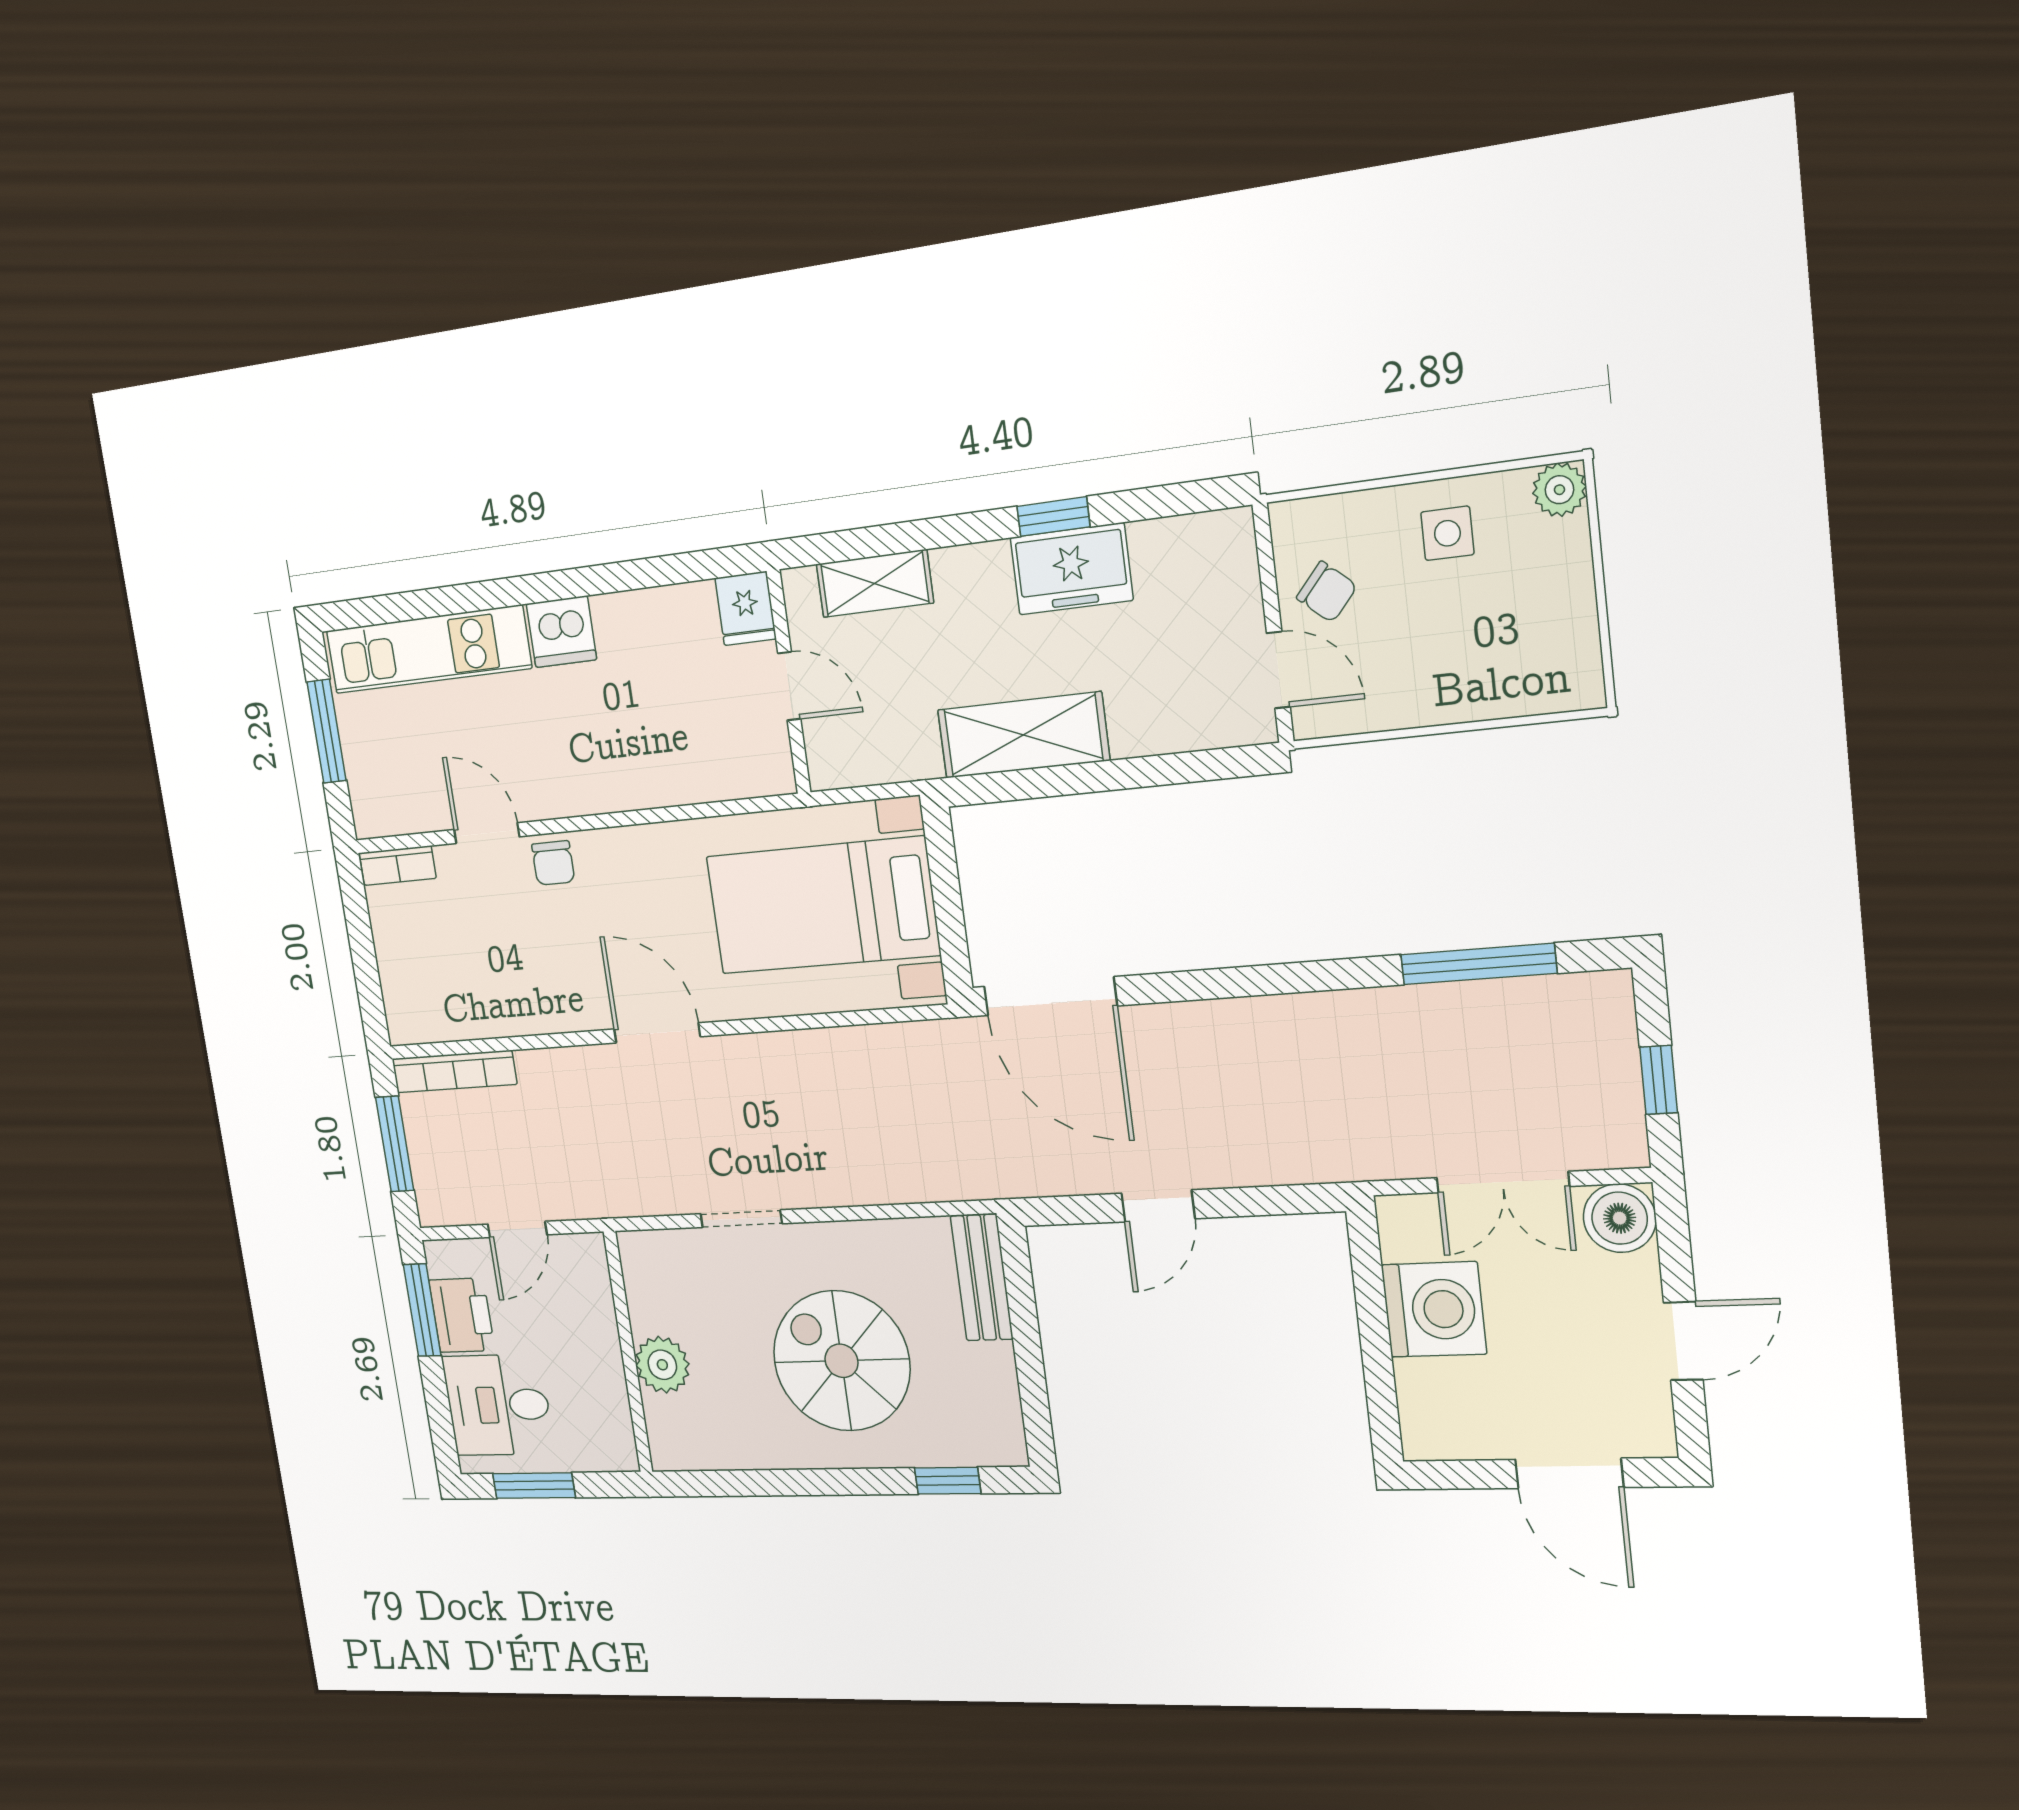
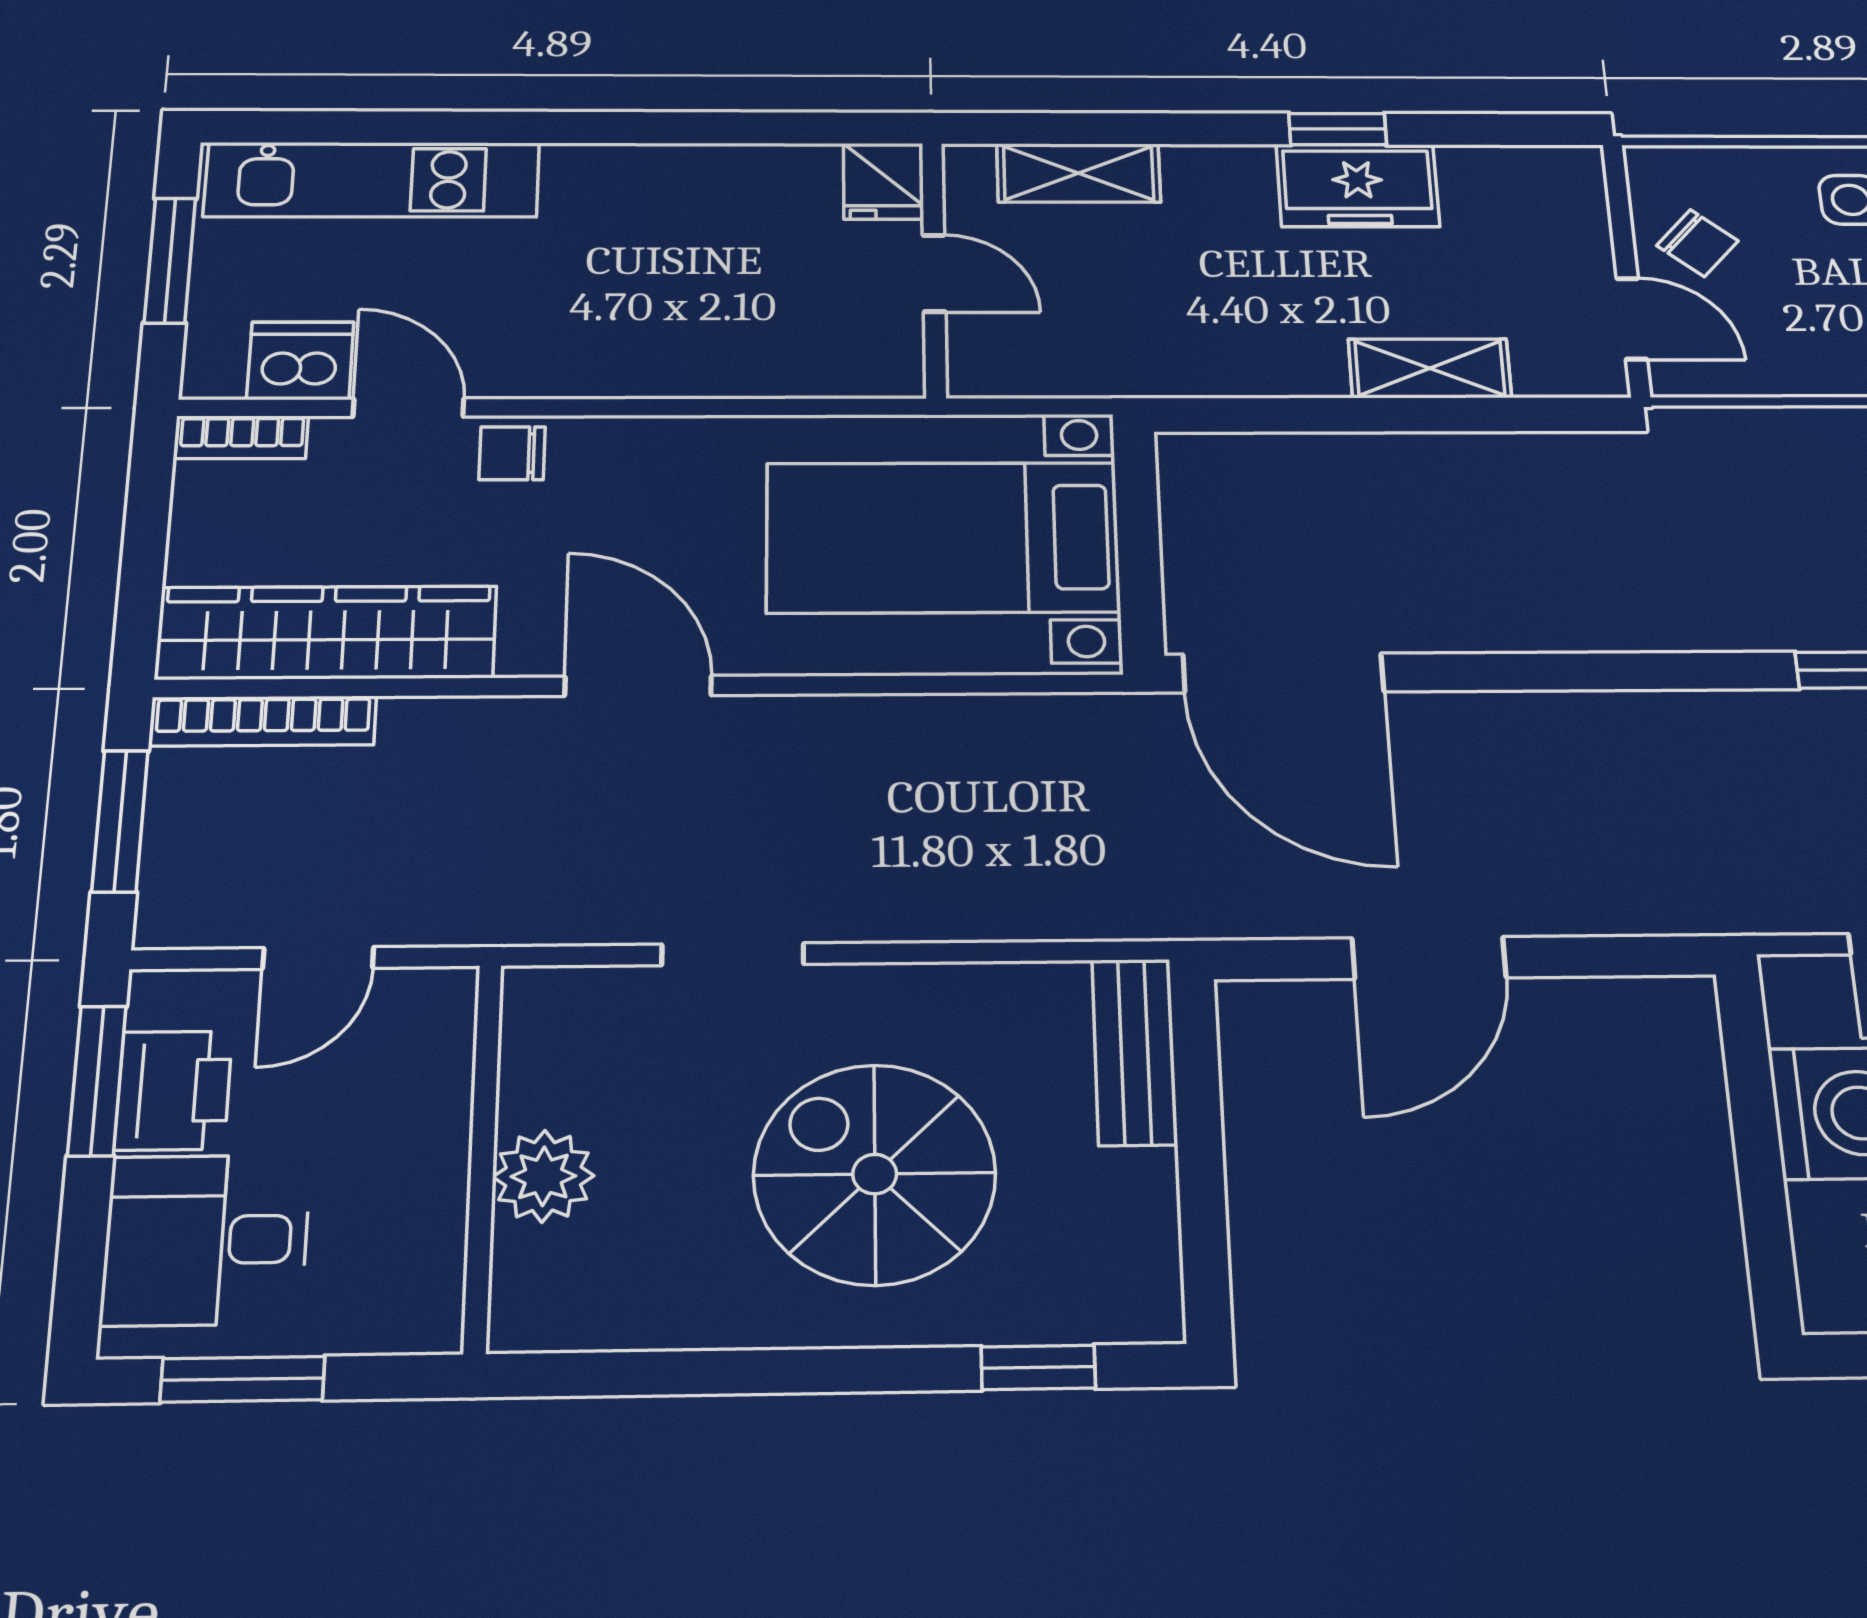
dishwasher: (561, 632) -> (300, 361), moved, turned 180
shelving: (1023, 735) -> (1430, 368), moved, width x0.67, depth x0.75
chair: (553, 863) -> (512, 453), turned 90
wardrobe: (475, 1007) -> (327, 633), added
door: (1158, 1206) -> (1429, 958), width x1.38

